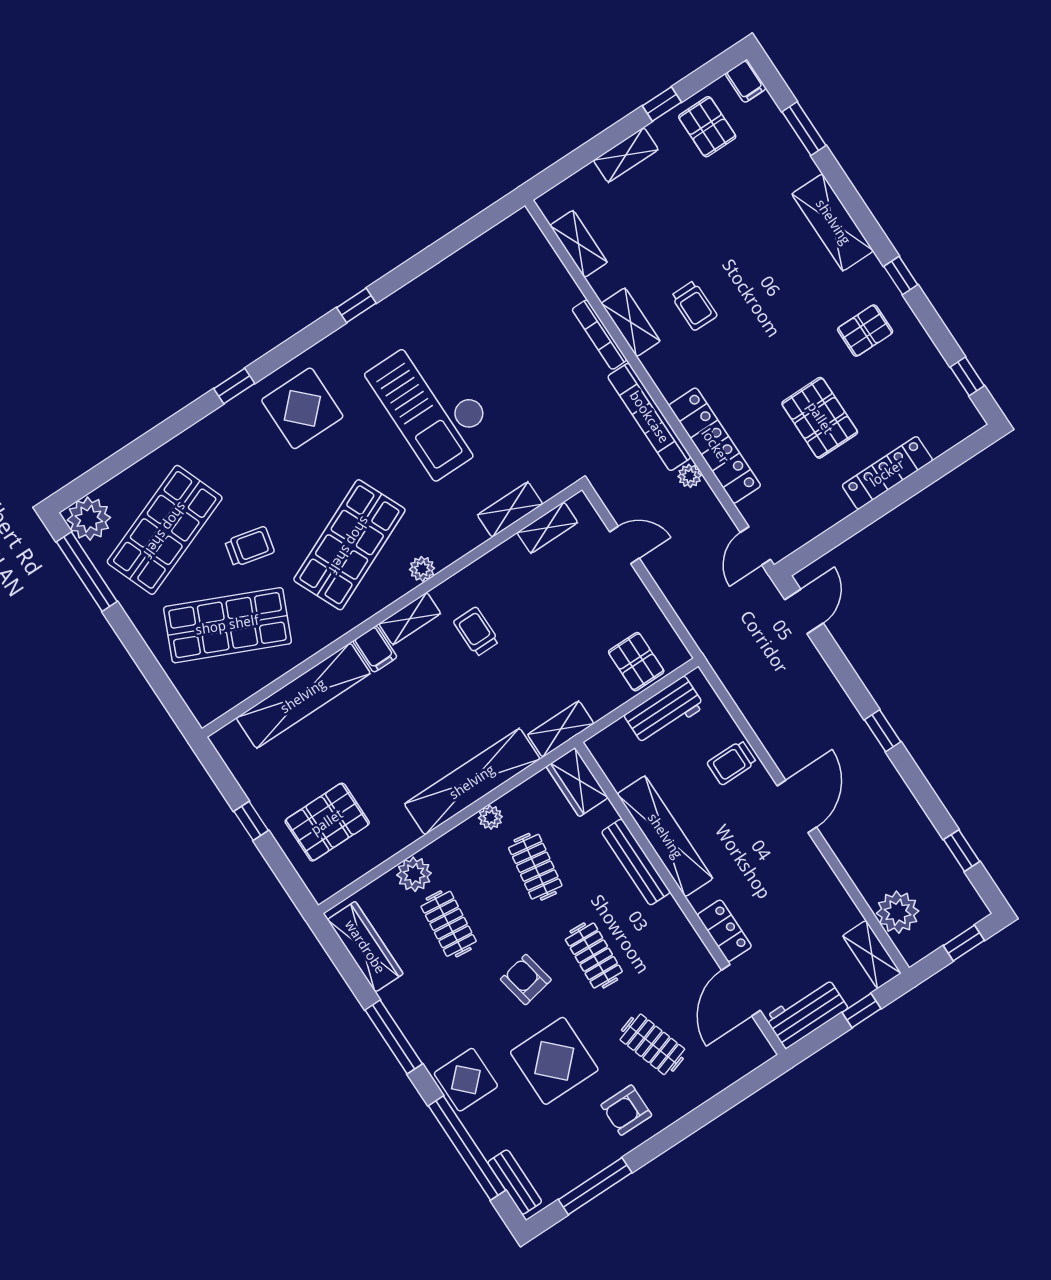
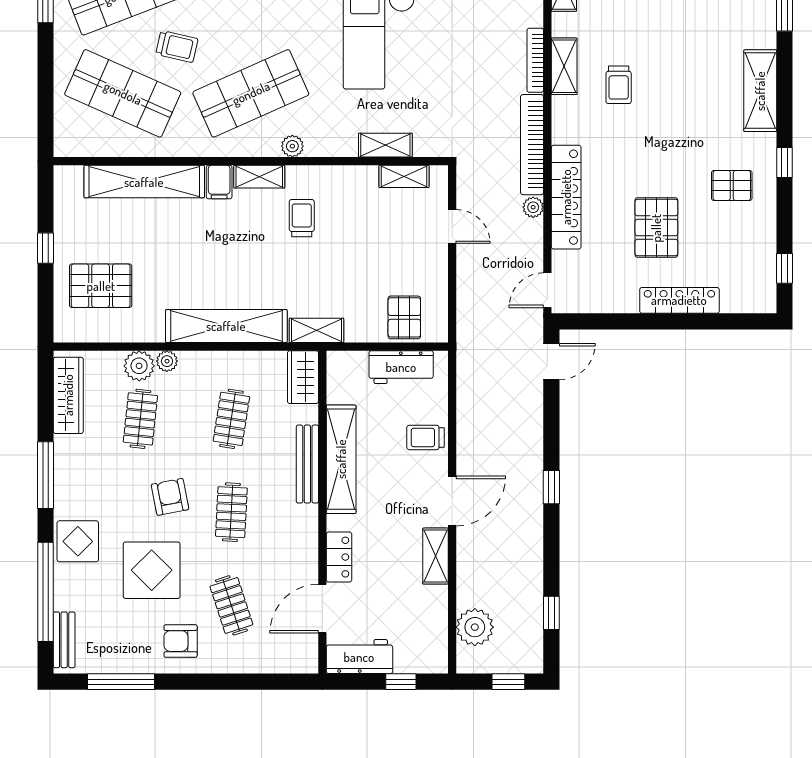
plant: (490, 817) -> (167, 361), moved
shelving: (872, 954) -> (435, 556), moved

